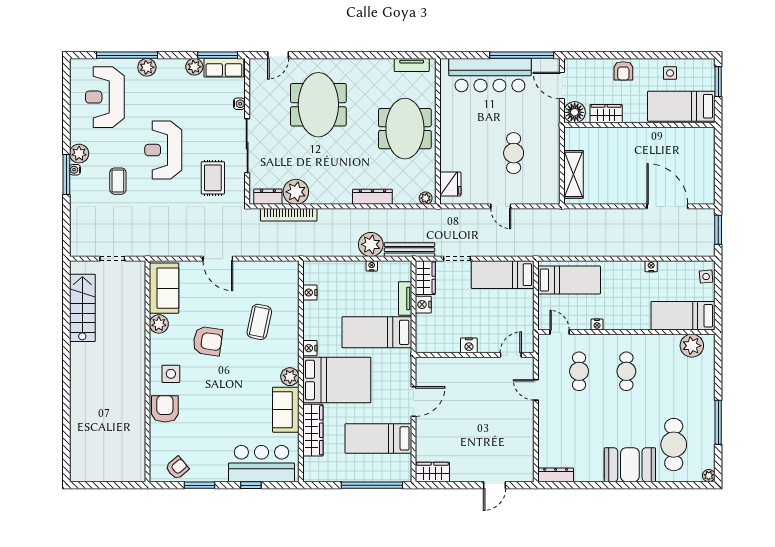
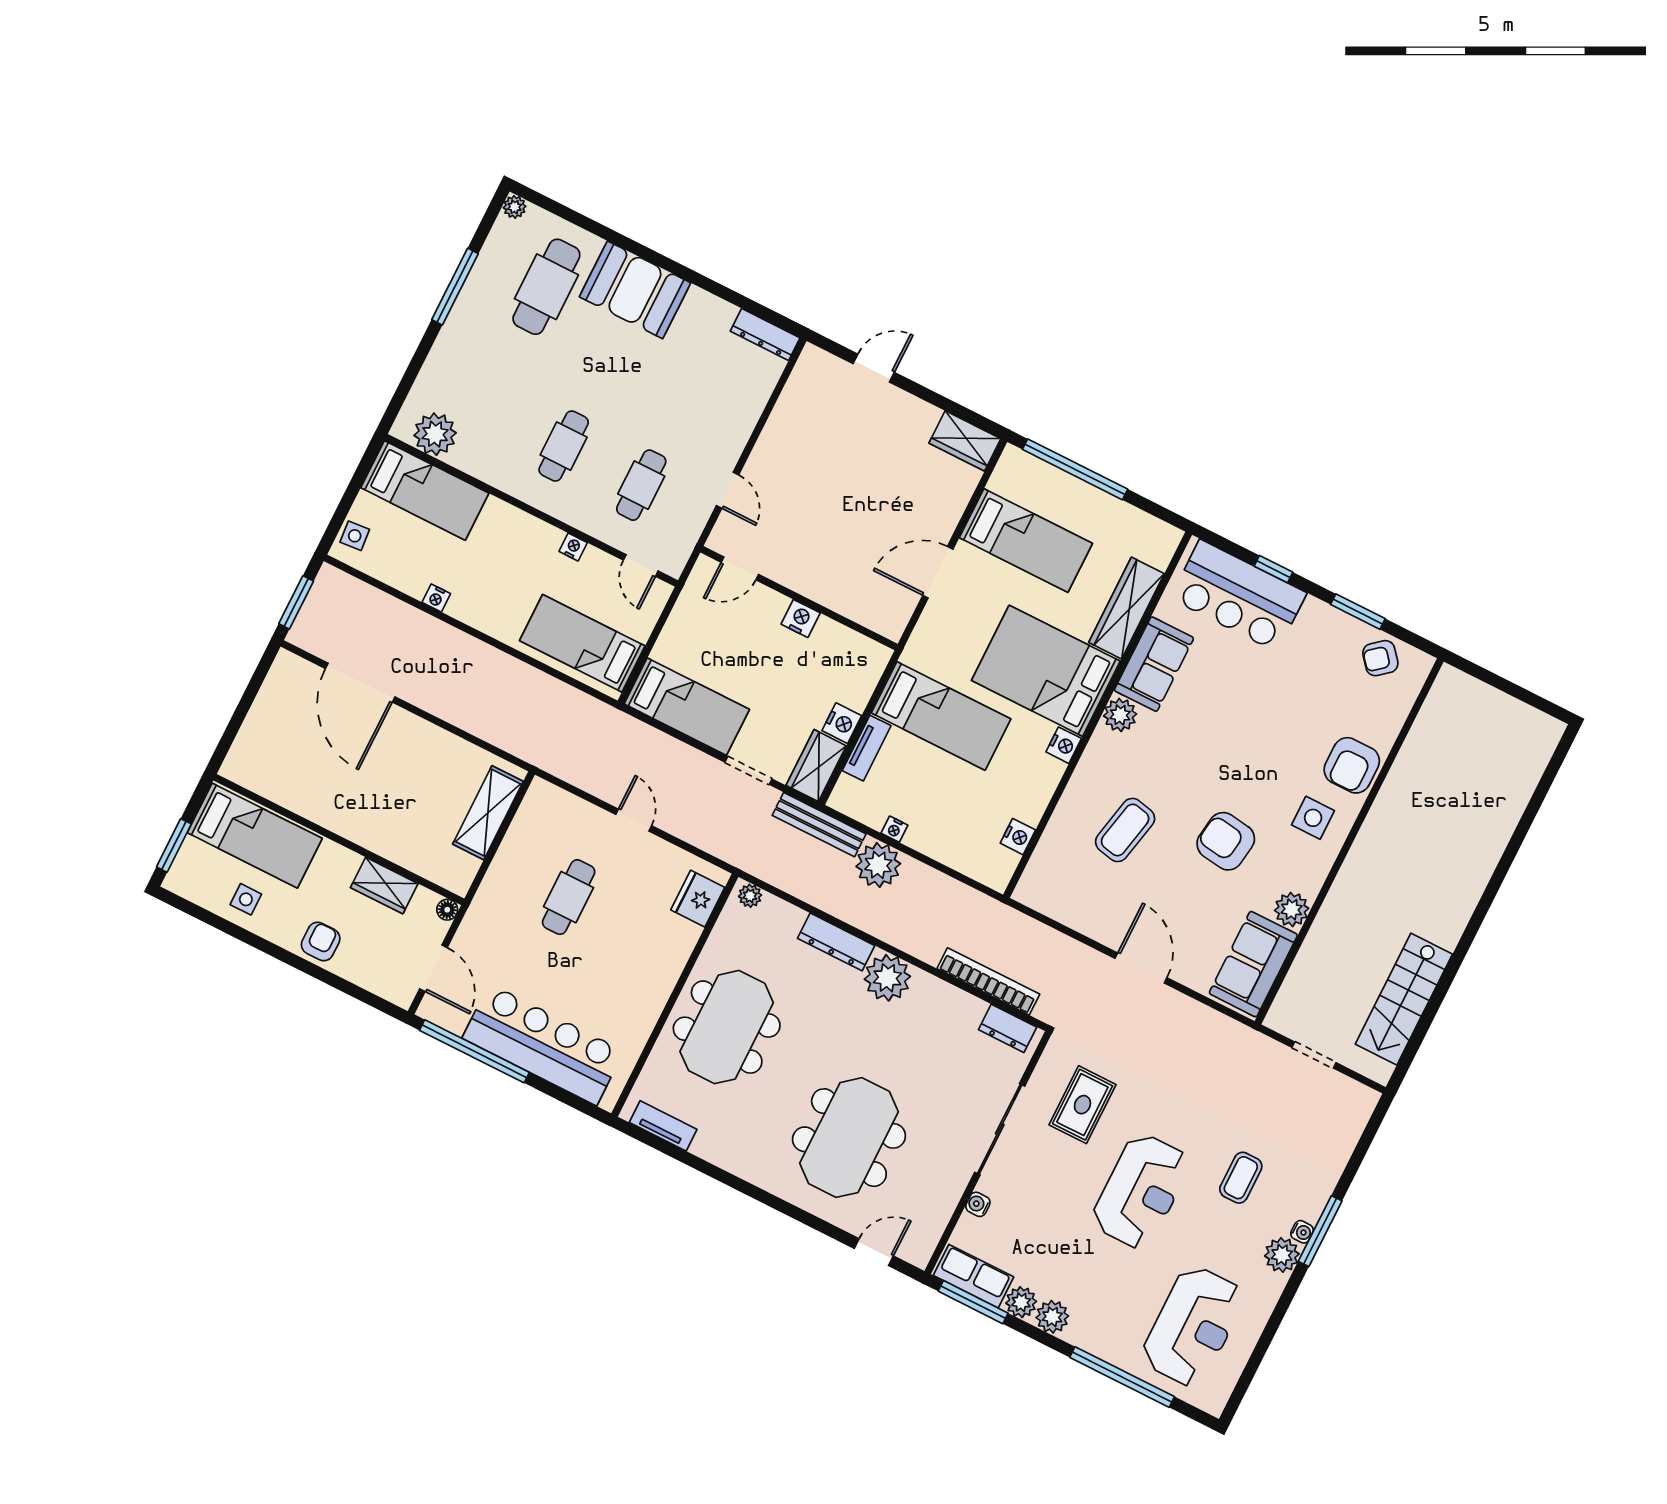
plant: (147, 67) -> (1052, 1317), moved
floor lamp: (575, 112) -> (447, 910), width x0.53, depth x0.53
plant: (296, 192) -> (887, 978), moved

